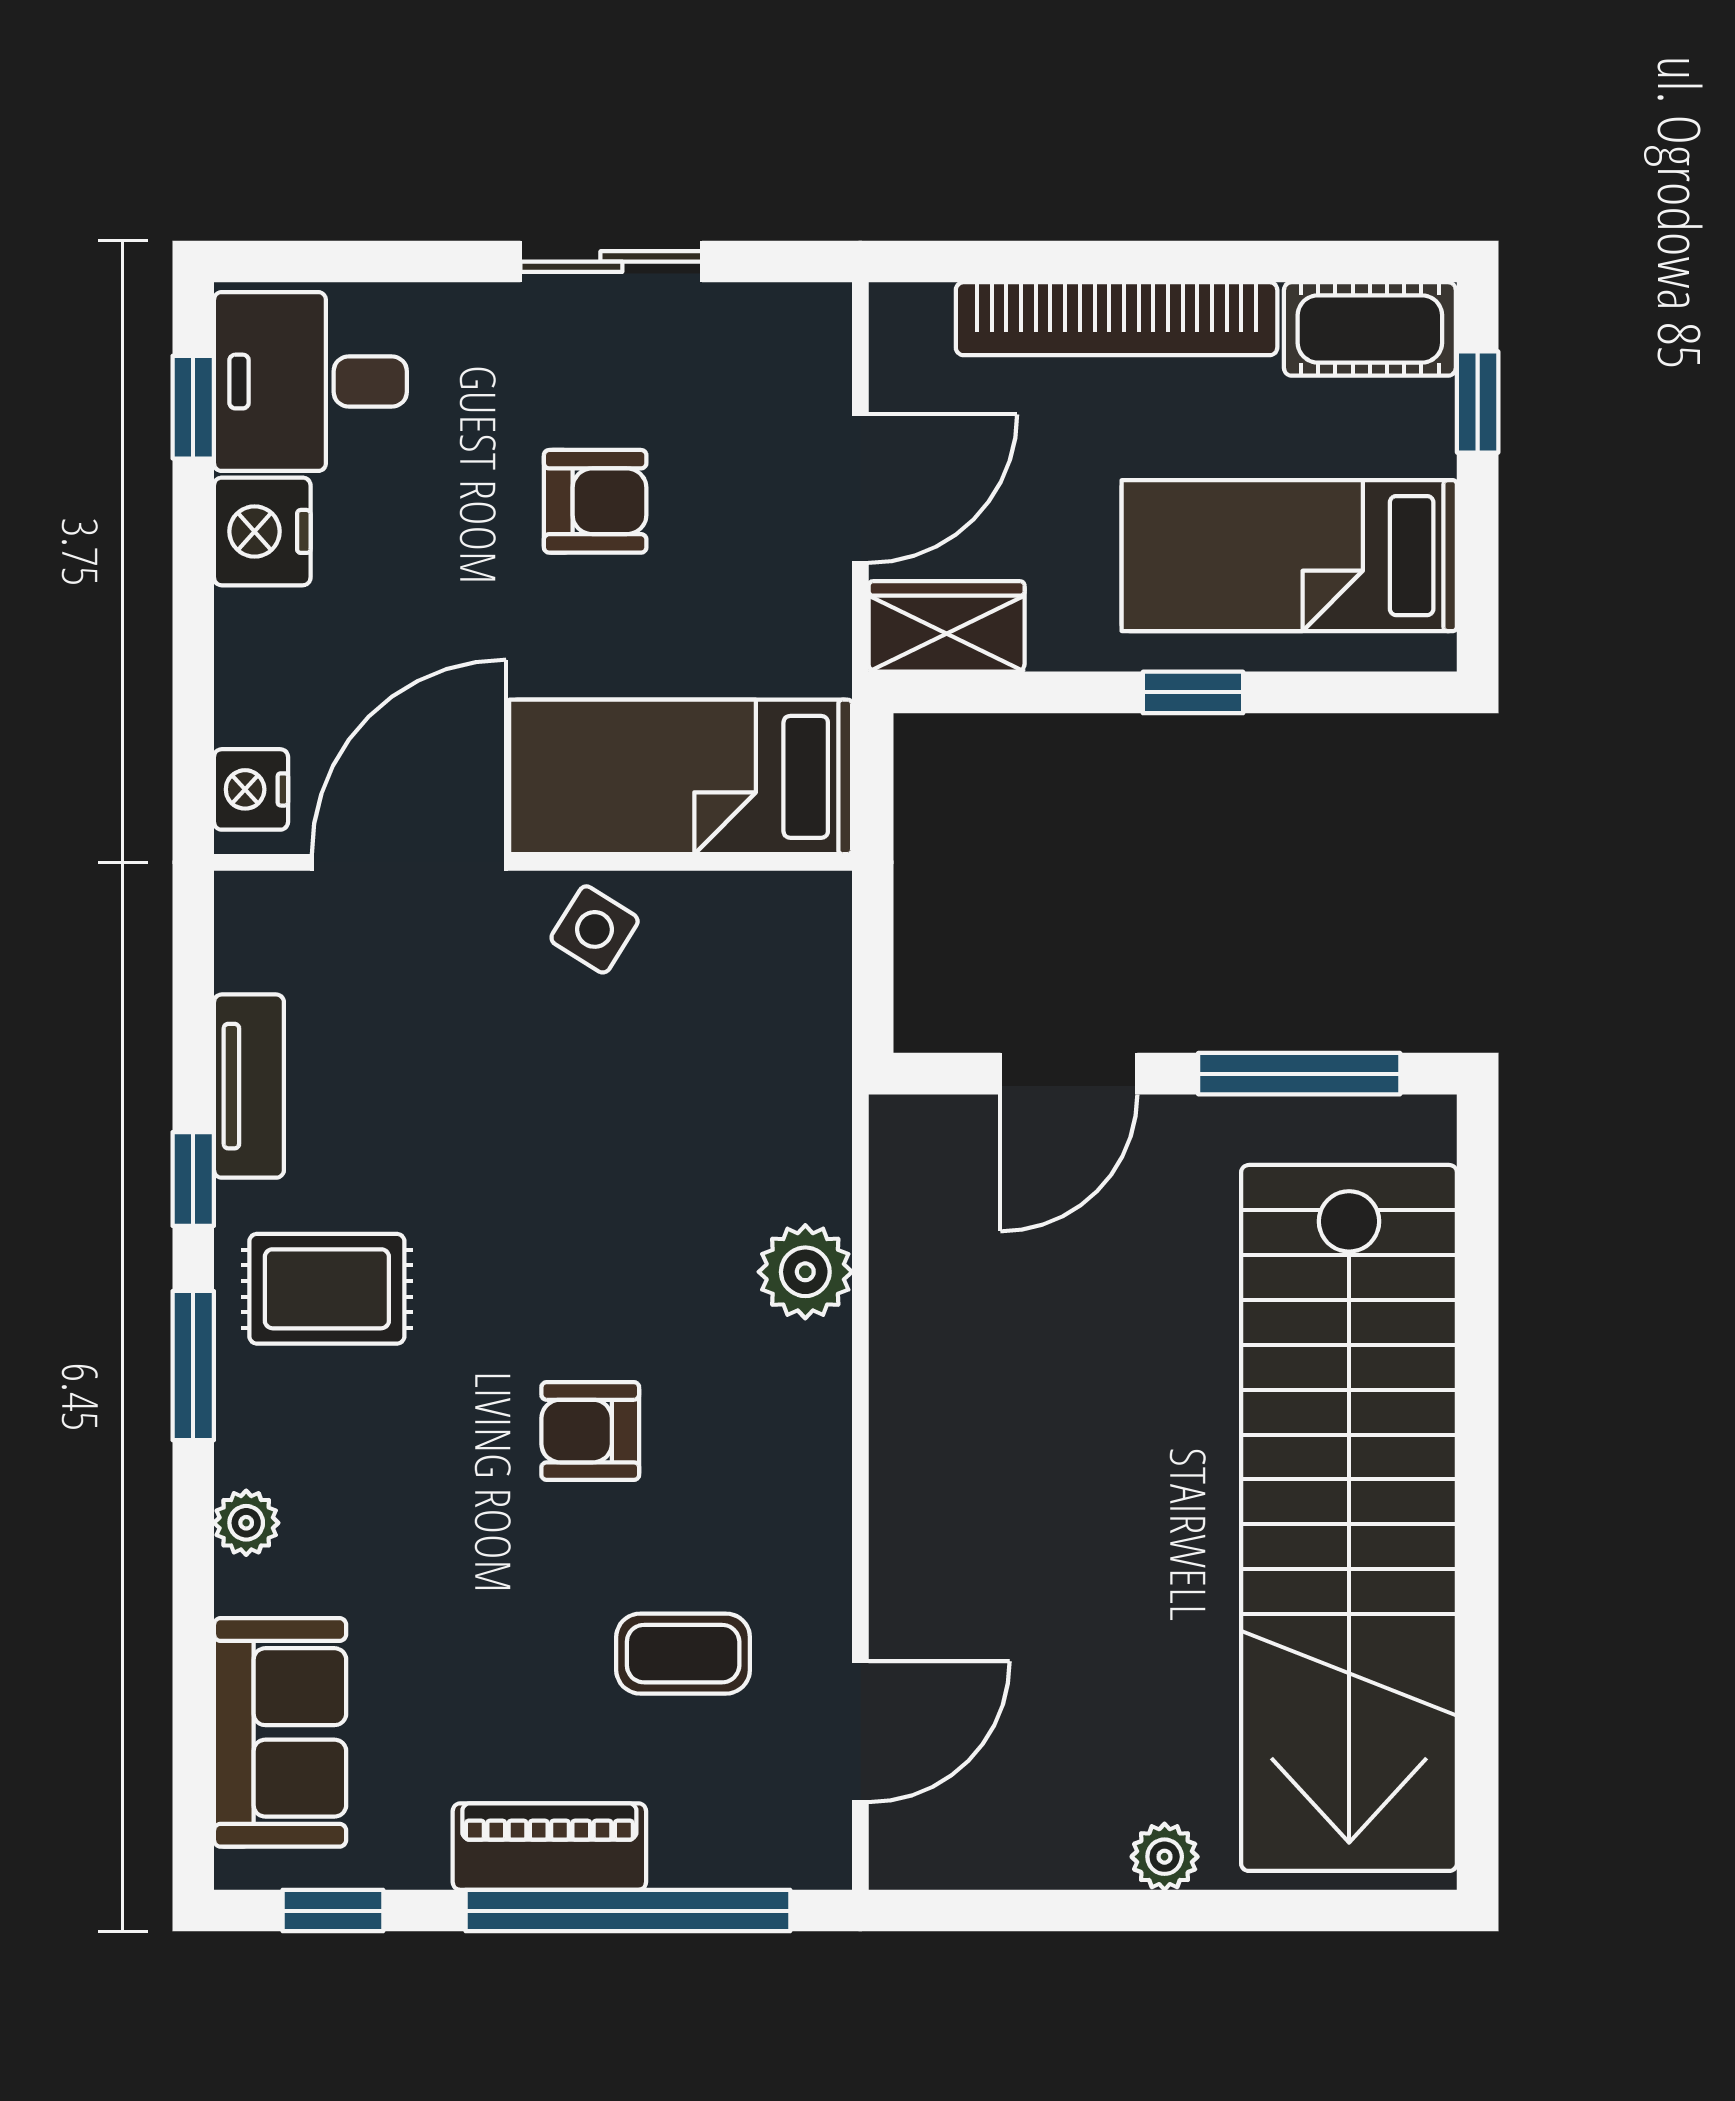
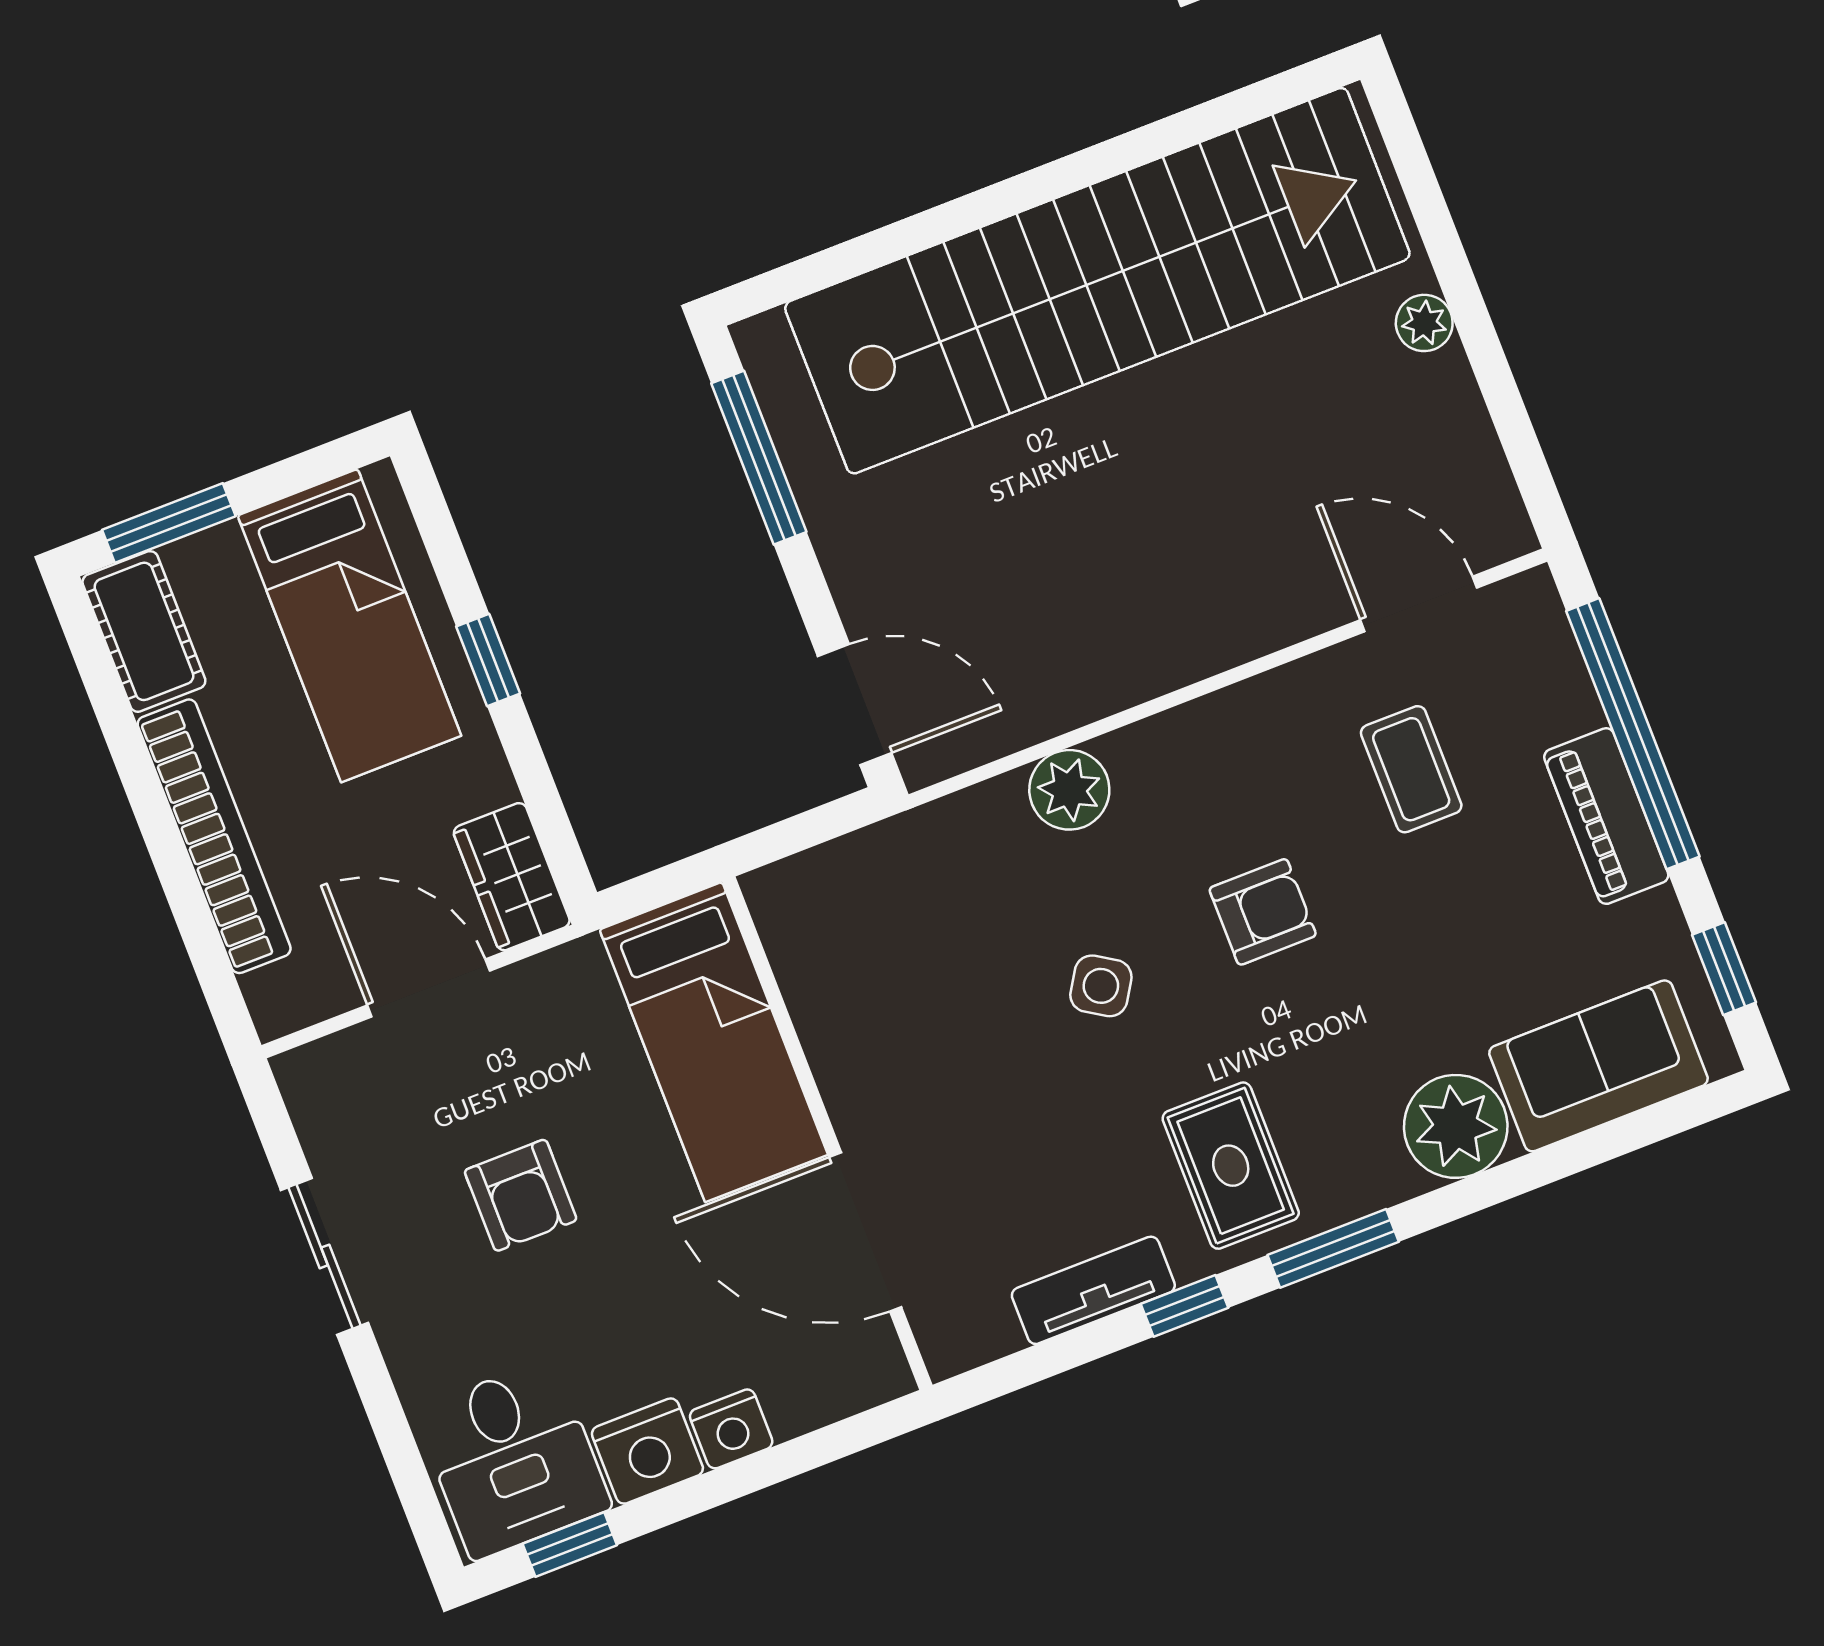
window: (1478, 402) -> (169, 523), width x1.50
armchair: (595, 501) -> (521, 1195), turned 180
nightstand: (251, 789) -> (731, 1429), moved
side table: (595, 929) -> (1101, 986), moved
door: (1069, 1074) -> (855, 704), moved
armchair: (590, 1431) -> (1263, 912), turned -90
plant: (246, 1523) -> (1456, 1126), width x1.88, depth x1.88

